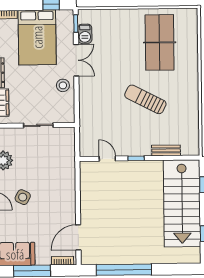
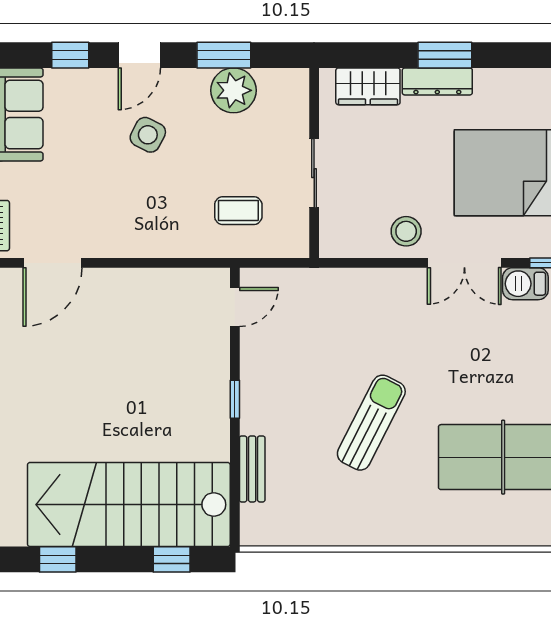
coffee table: (55, 158) -> (238, 211), added
door: (107, 159) -> (235, 307), moved
door: (78, 237) -> (53, 263), swing flipped

